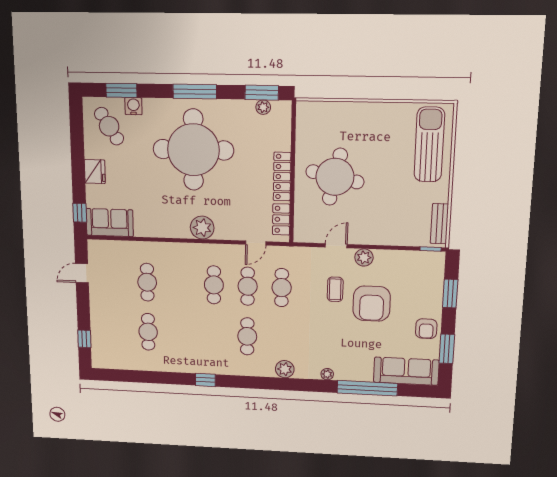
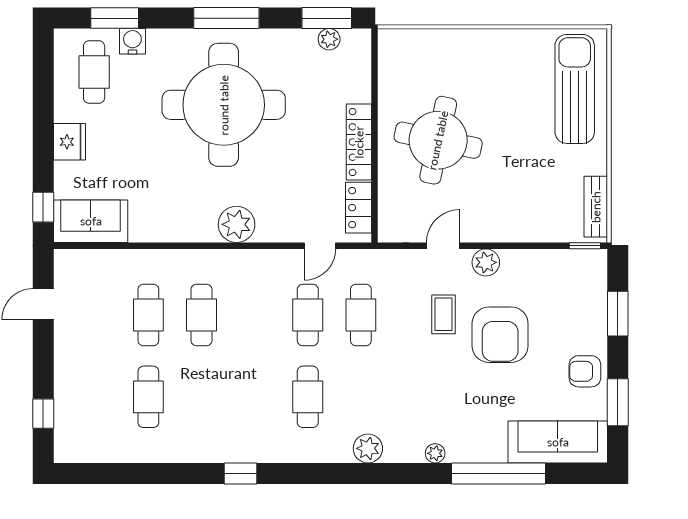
cafe table: (109, 126) -> (94, 72), turned 32
cafe table: (214, 285) -> (201, 315), moved
armchair: (426, 329) -> (585, 371), turned 90

